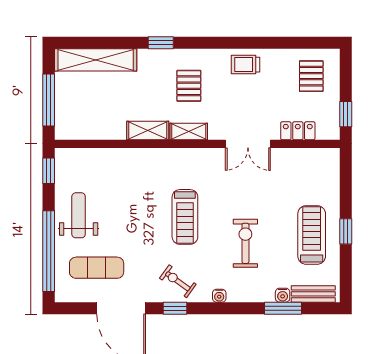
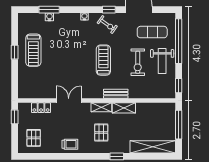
exercise bike: (245, 243) -> (138, 62), moved
bench: (313, 294) -> (116, 94), moved

